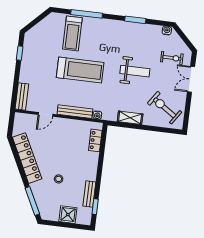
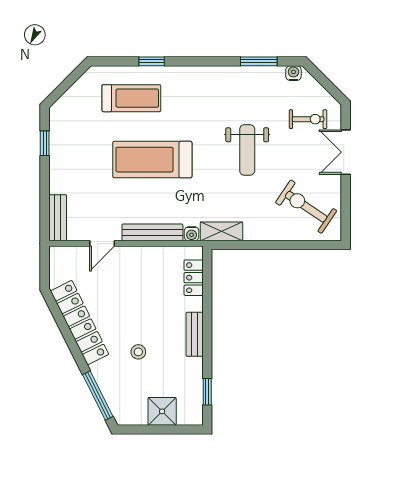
window: (87, 14) -> (152, 61), width x0.46
window: (135, 20) -> (259, 61), moved
treadmill: (72, 33) -> (131, 98), turned -90
treadmill: (80, 70) -> (152, 160), turned 180
weight bench: (135, 71) -> (247, 150), turned 90
shelving: (130, 118) -> (221, 231), moved
bench: (89, 194) -> (195, 334), moved

